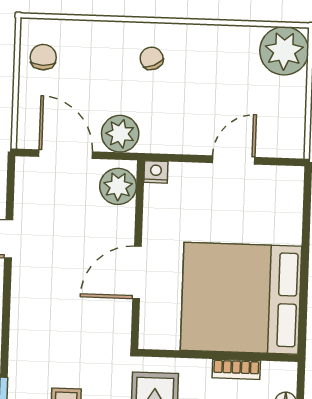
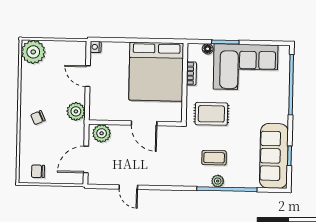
plant: (120, 134) -> (76, 111), moved
nightstand: (156, 172) -> (96, 47), moved

